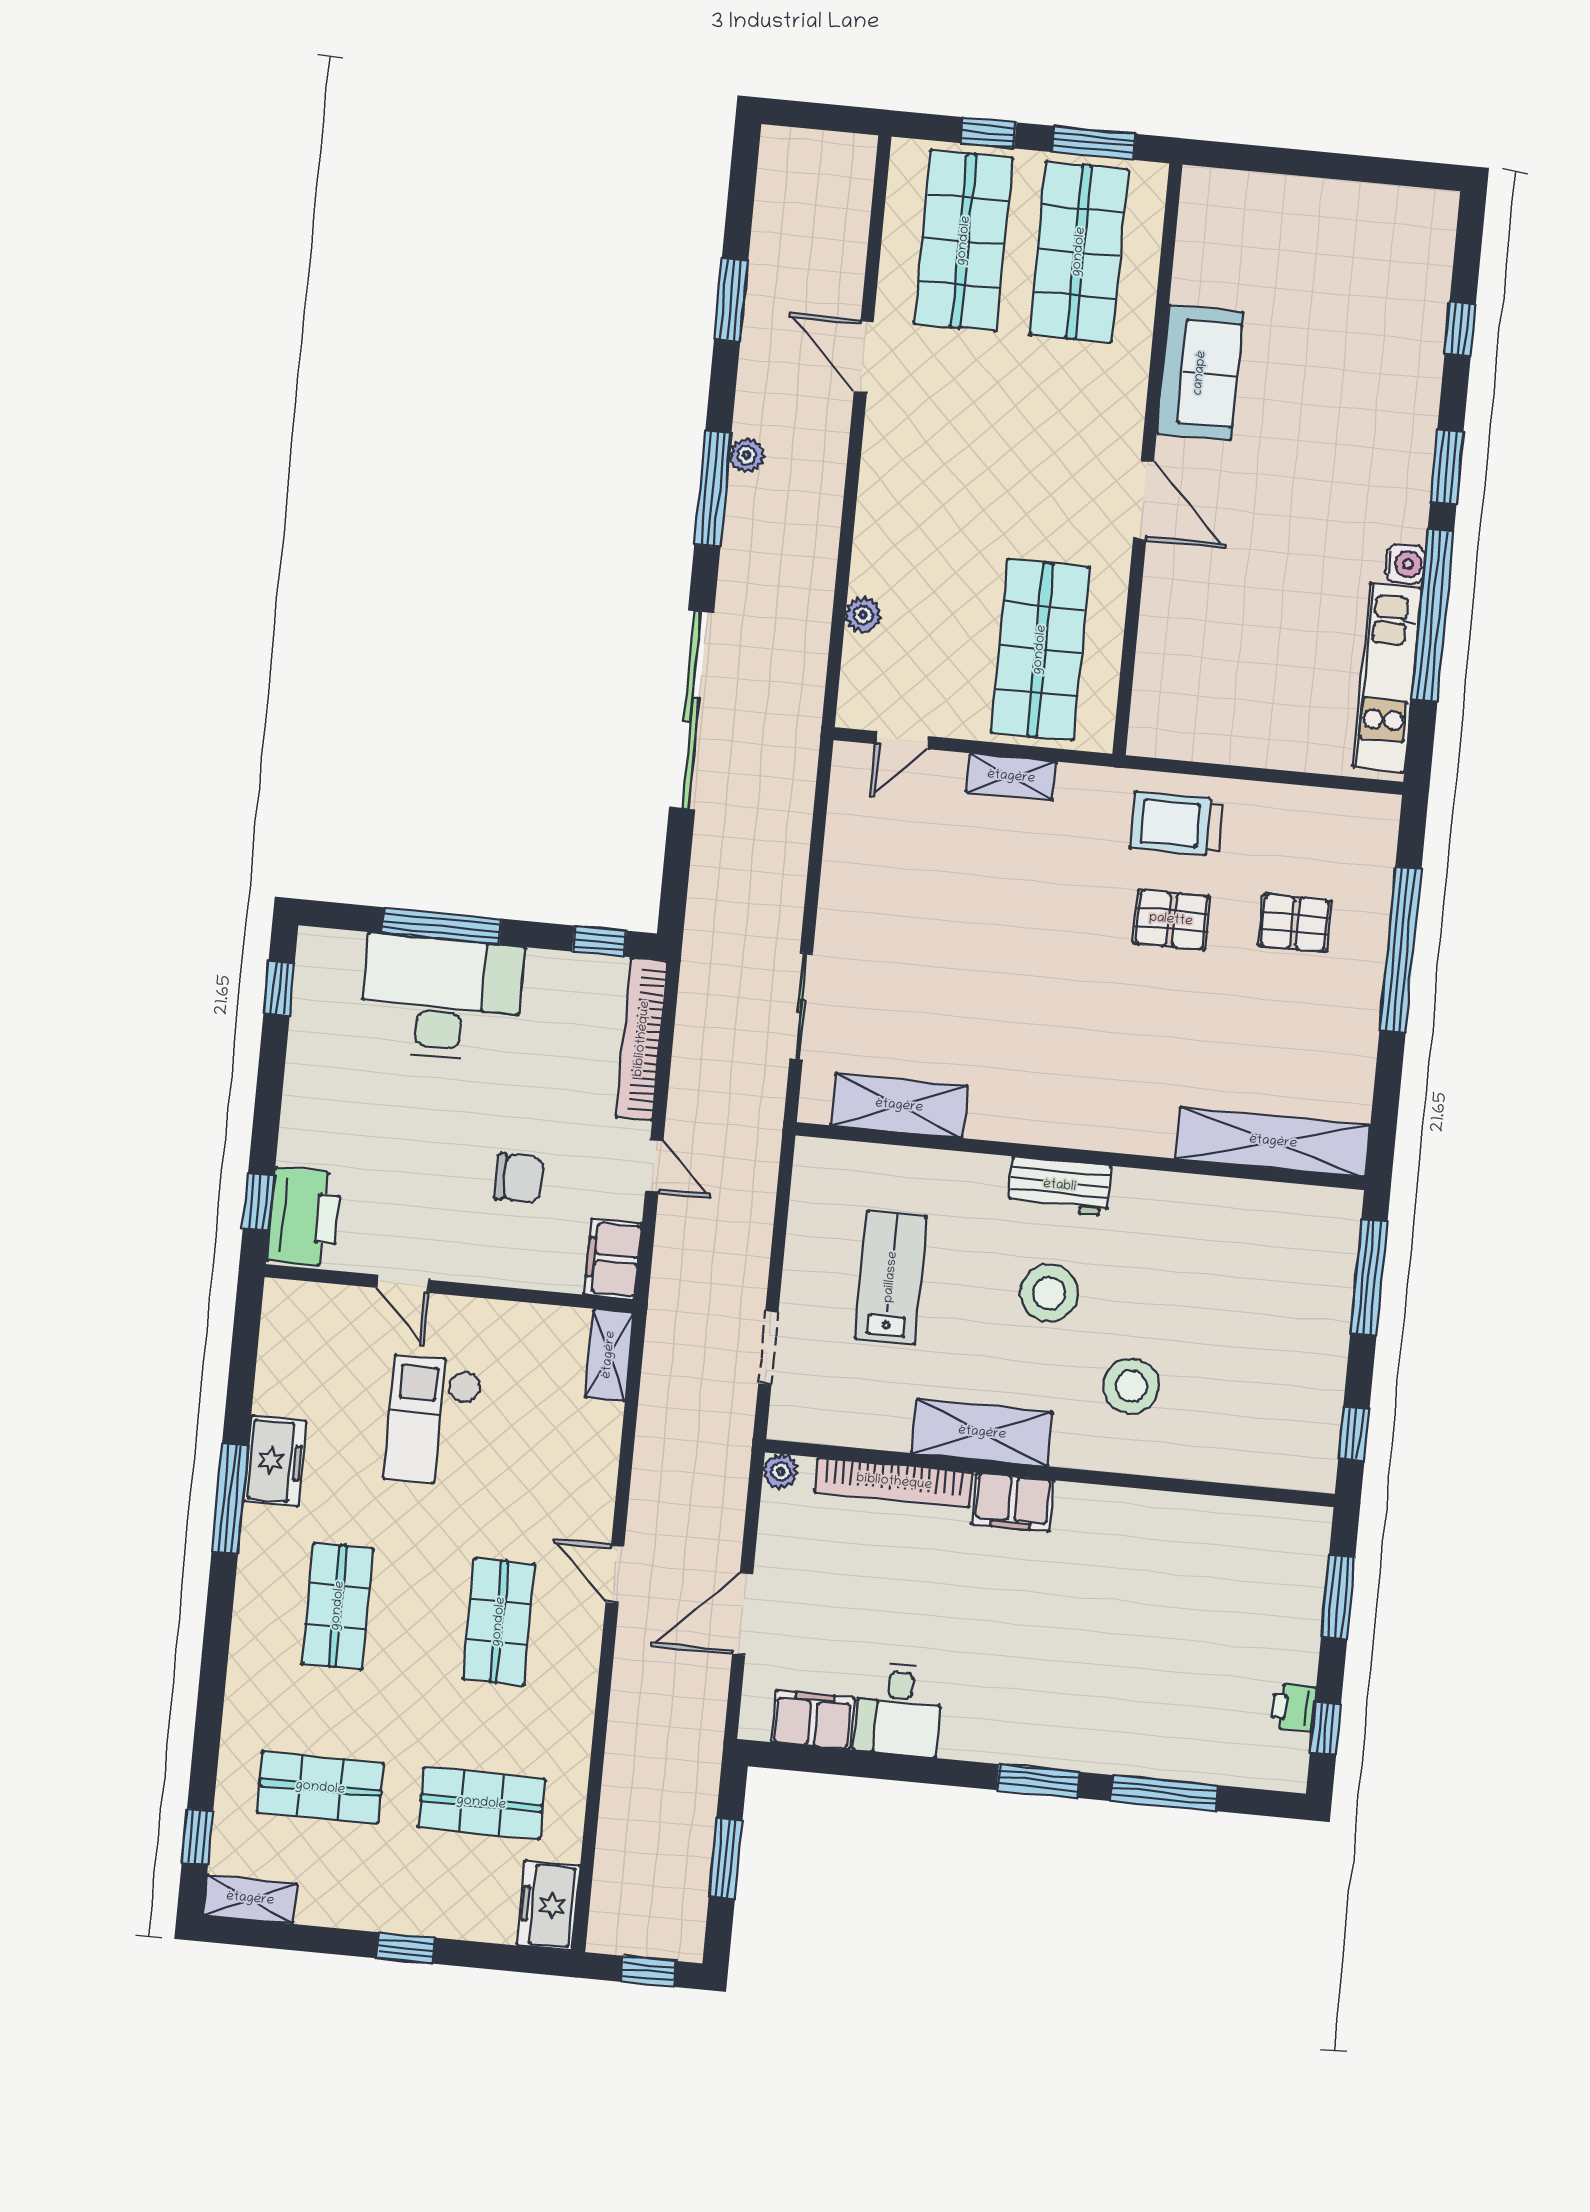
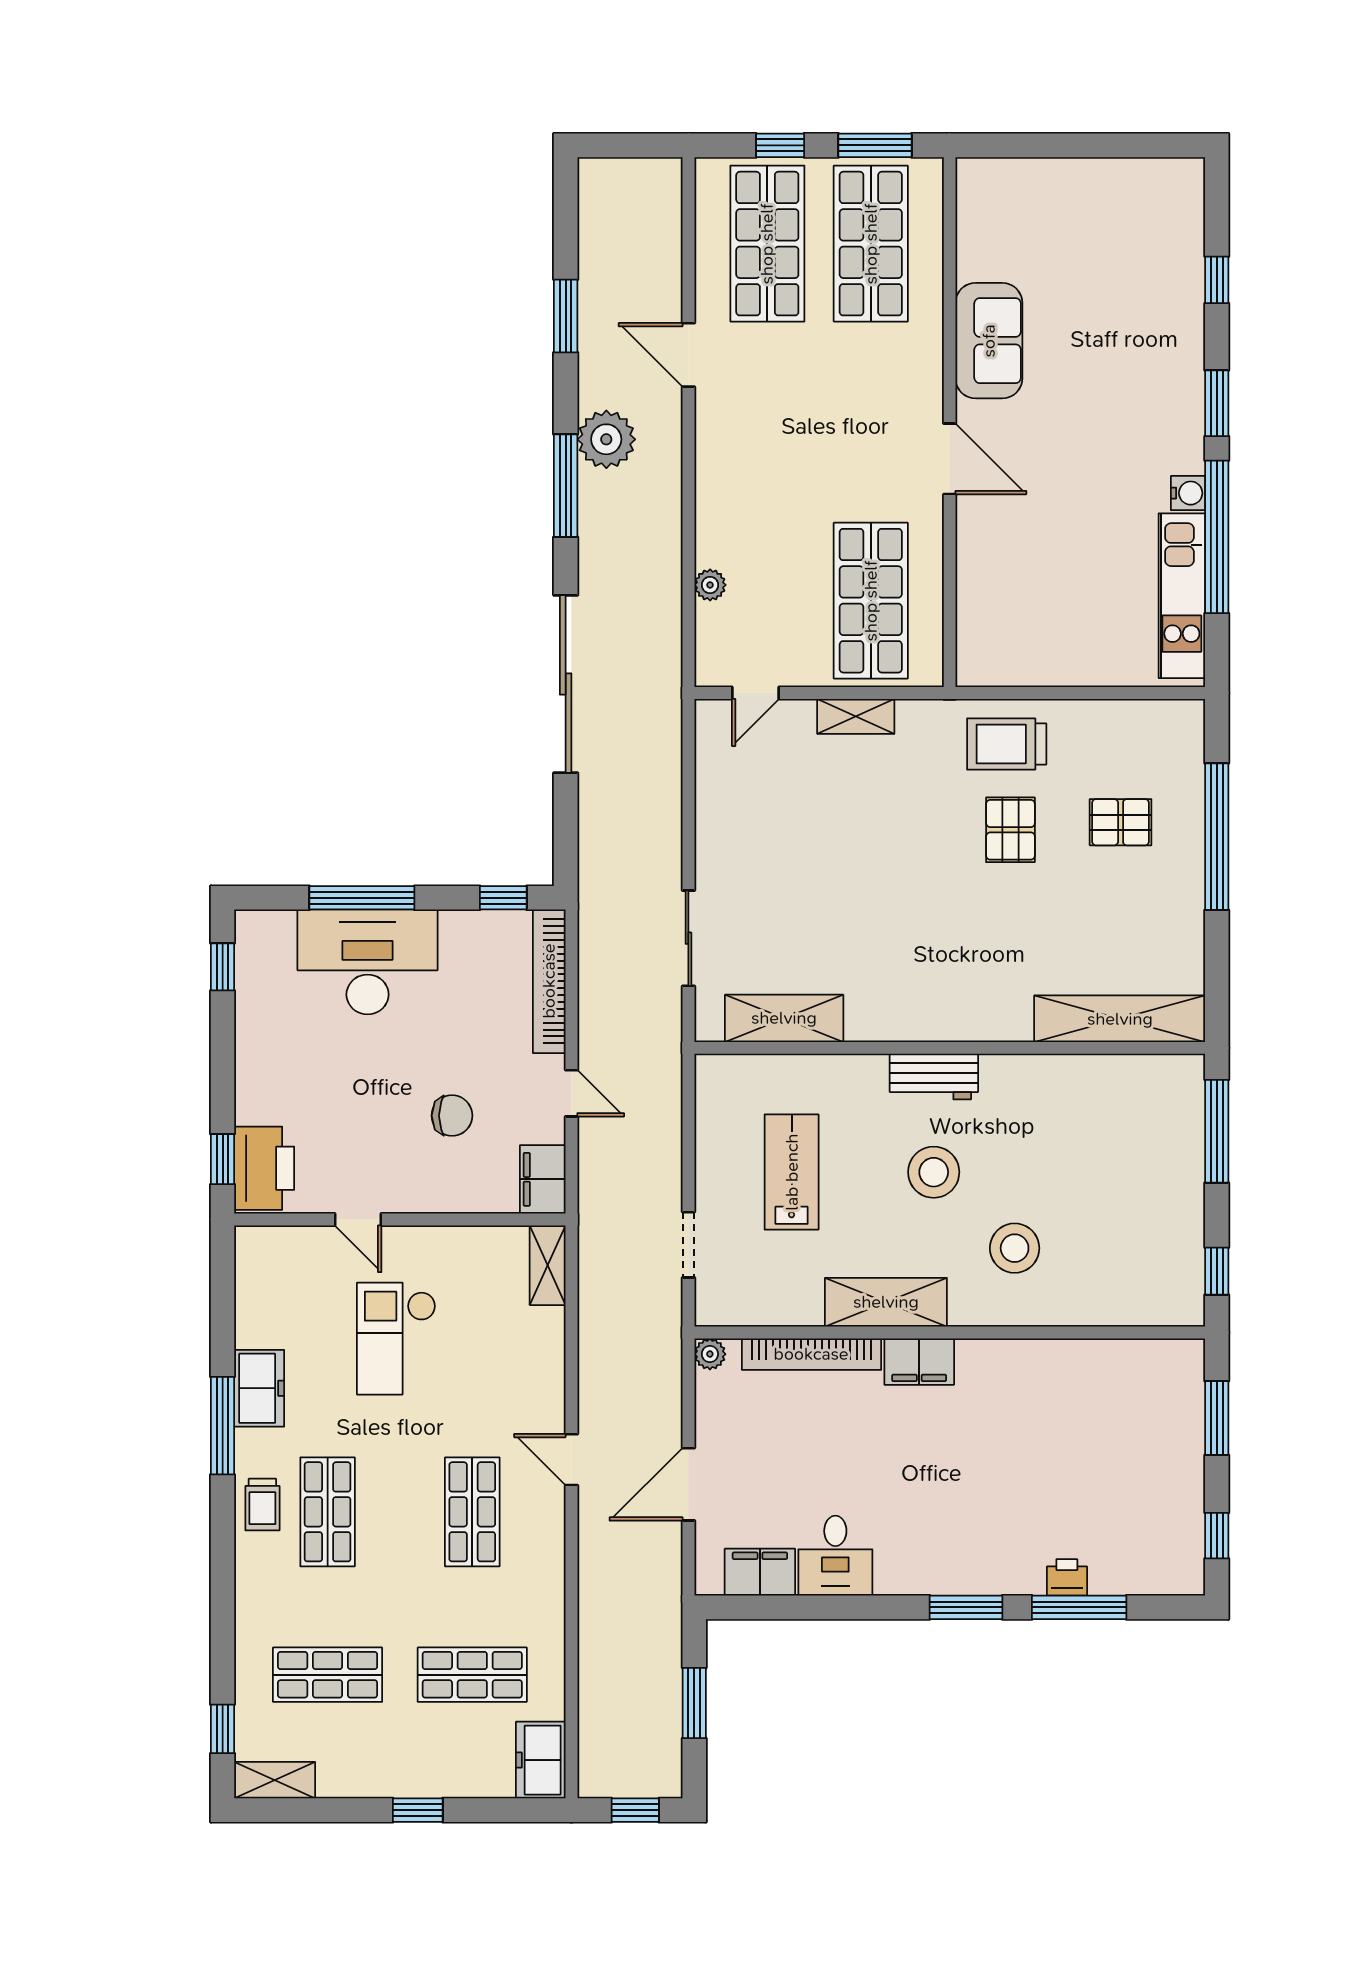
plant: (747, 455) -> (606, 439), width x1.88, depth x1.88
pallet: (1171, 920) -> (1010, 830), turned 90
trolley: (266, 1591) -> (262, 1505), added
printer: (1294, 1708) -> (1067, 1577), moved, turned 90

